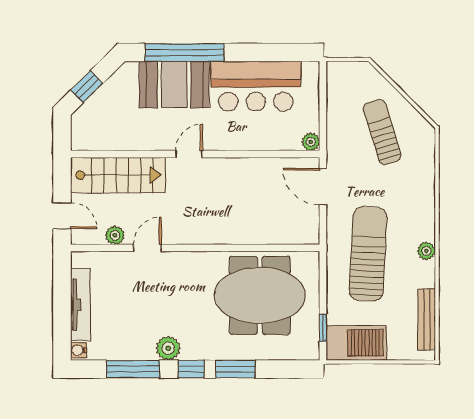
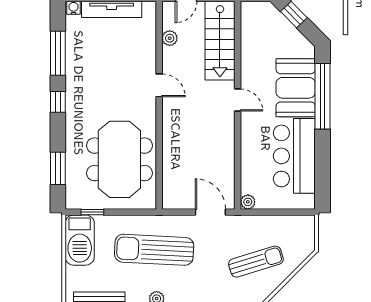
door: (323, 186) -> (210, 212), hinge flipped
door: (147, 248) -> (159, 85), moved
sun lounger: (368, 254) -> (154, 250), turned 180
plant: (168, 348) -> (75, 83), removed
window: (235, 369) -> (58, 168), moved

